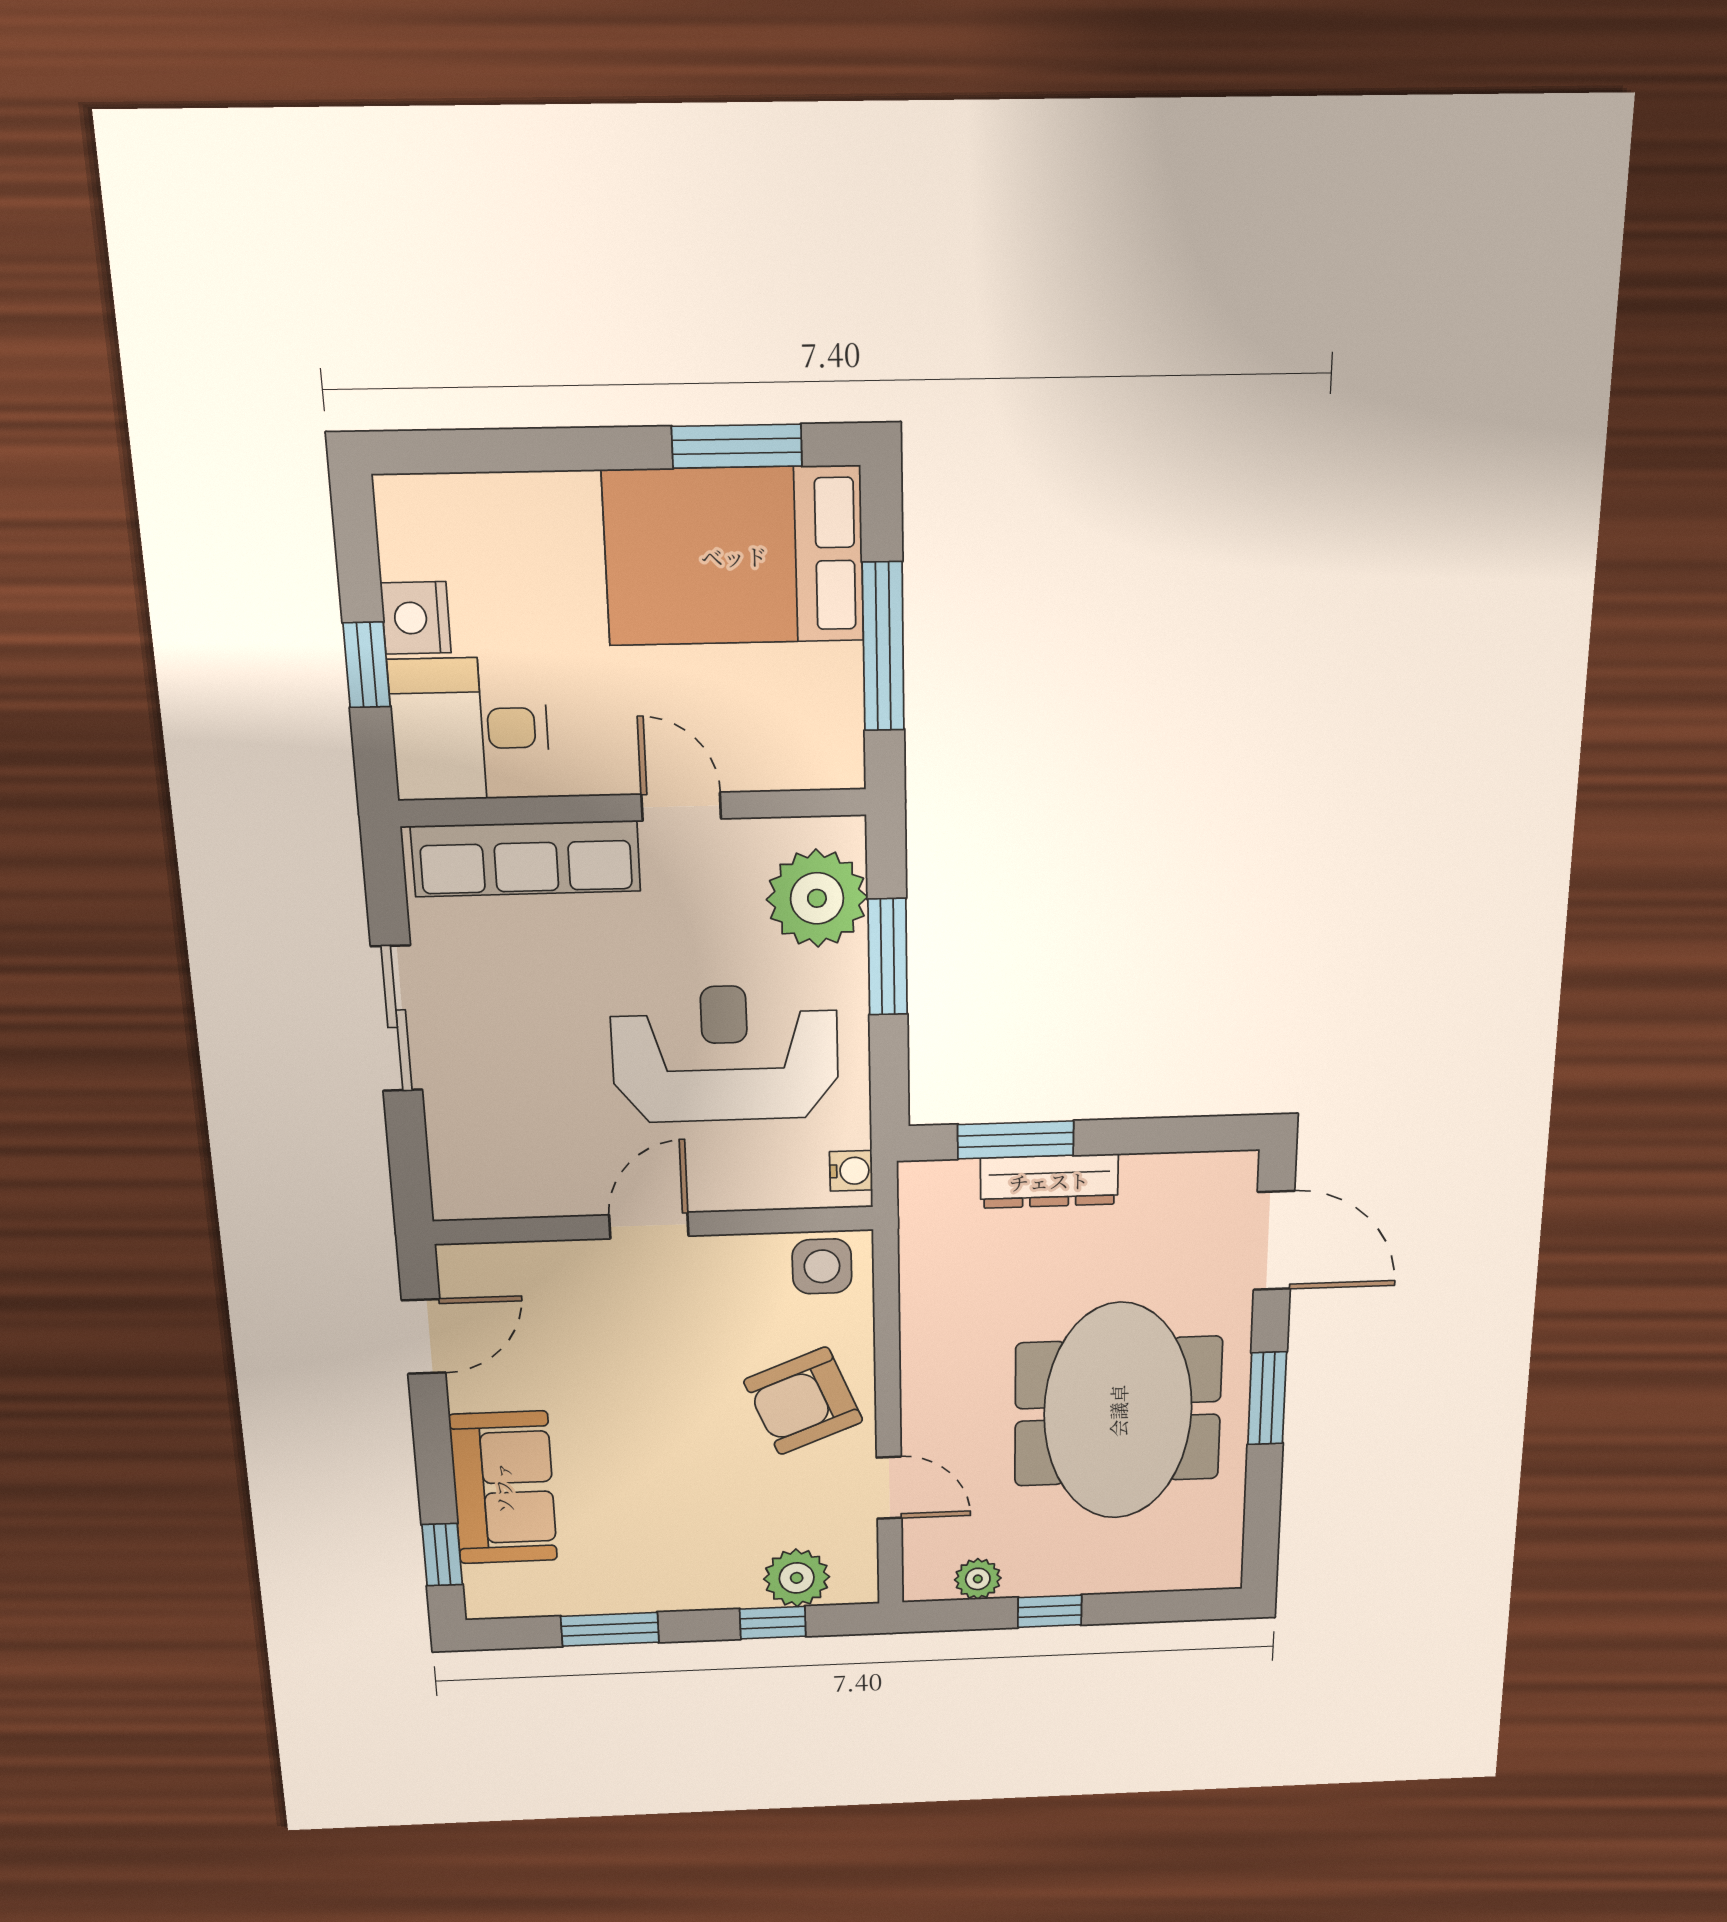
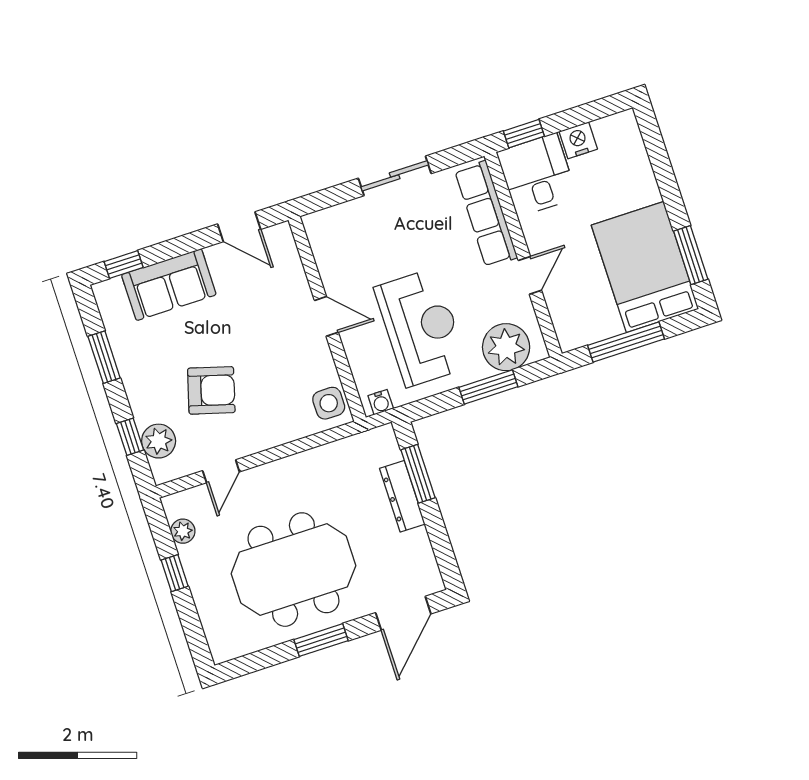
window: (367, 665) -> (524, 134), moved
armchair: (803, 1401) -> (211, 390), moved, turned 128

